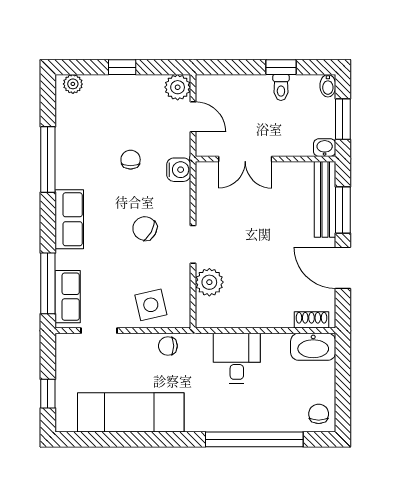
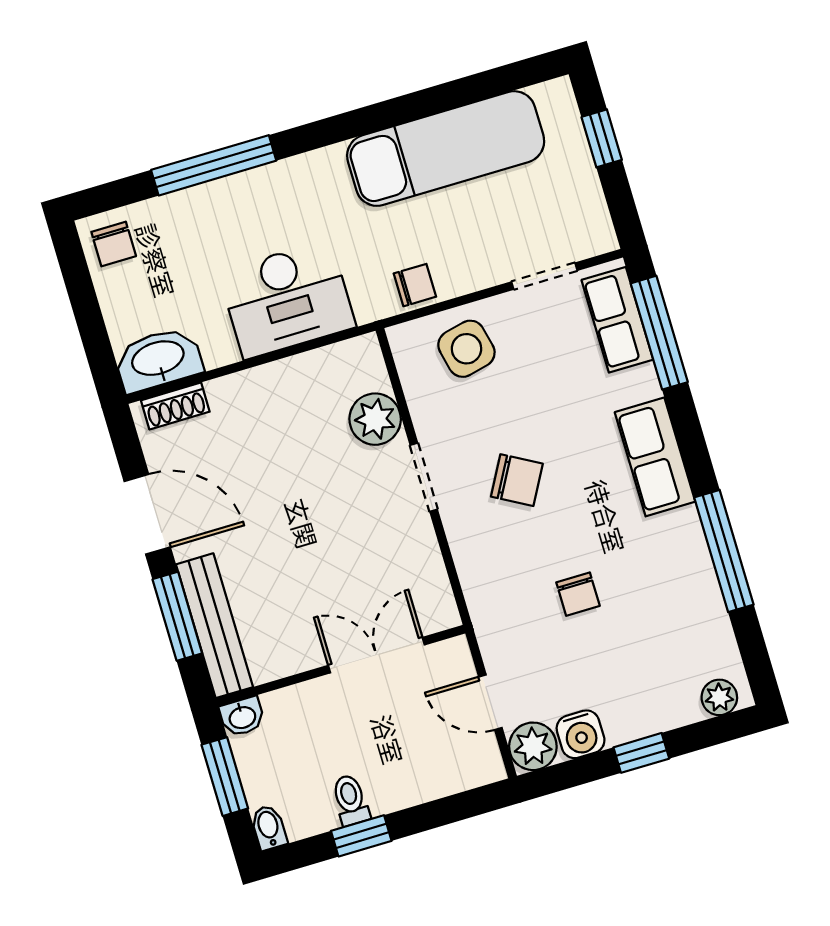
water cooler: (179, 170) -> (581, 734), moved, turned -90
desk: (237, 358) -> (287, 299), width x1.37
window: (254, 439) -> (214, 165), width x0.68

